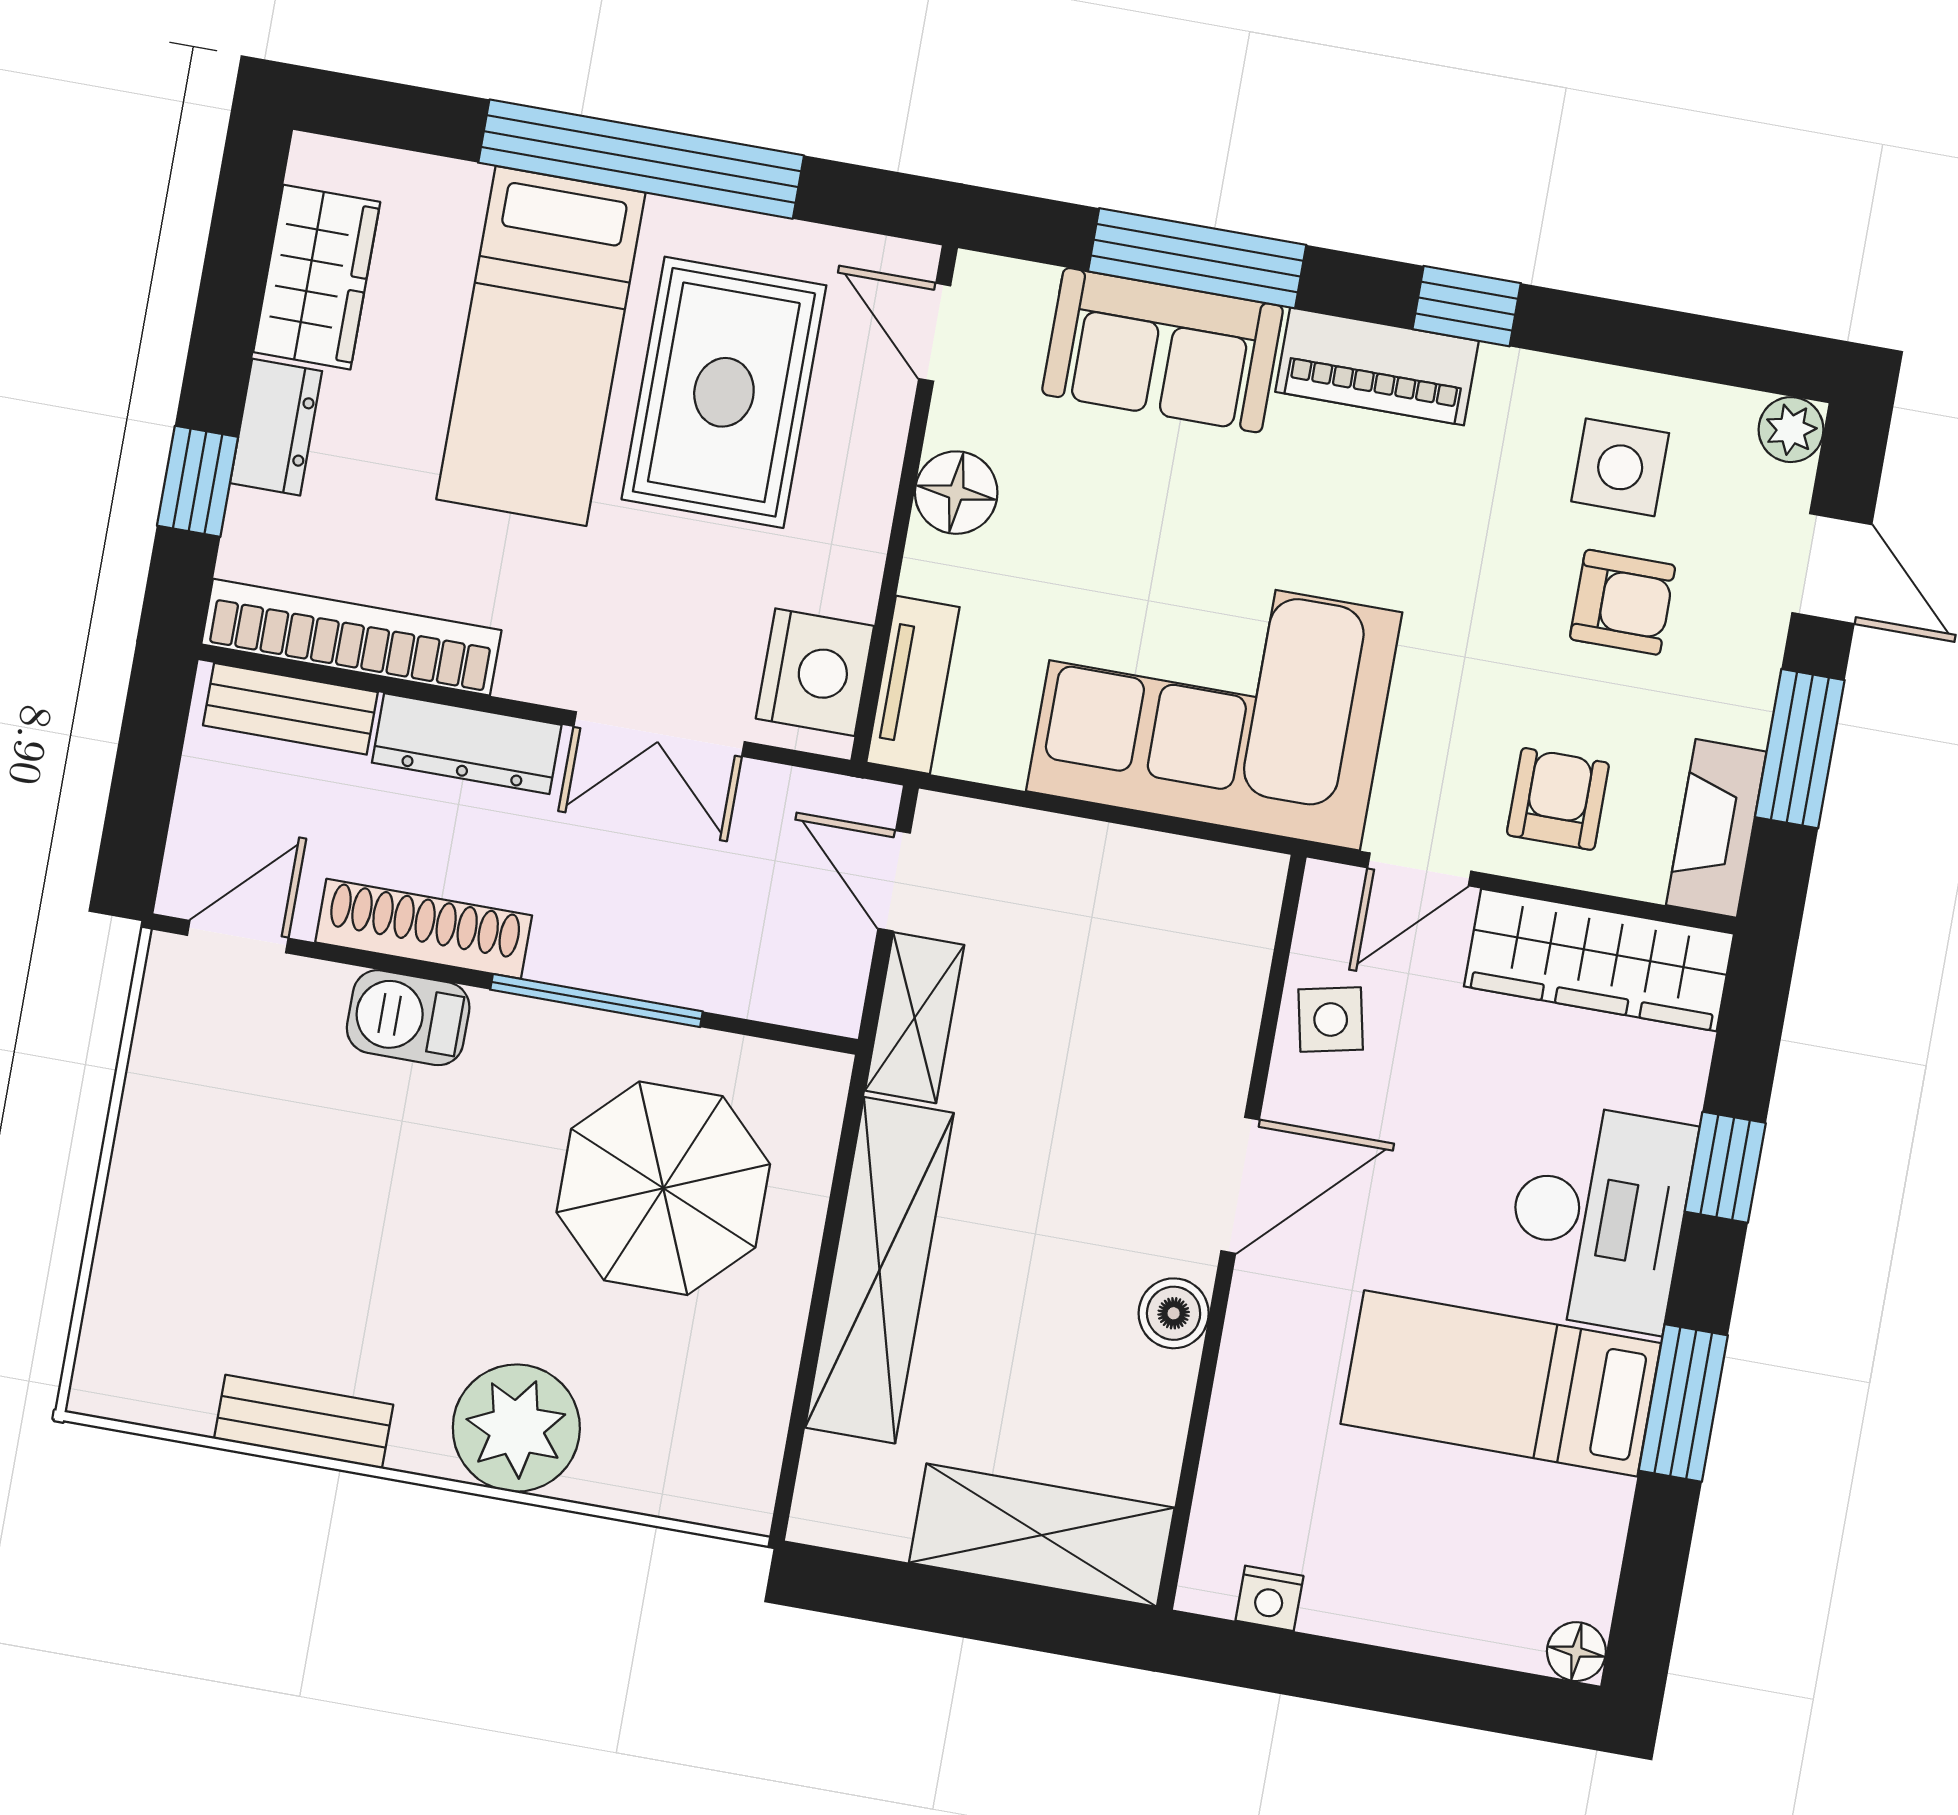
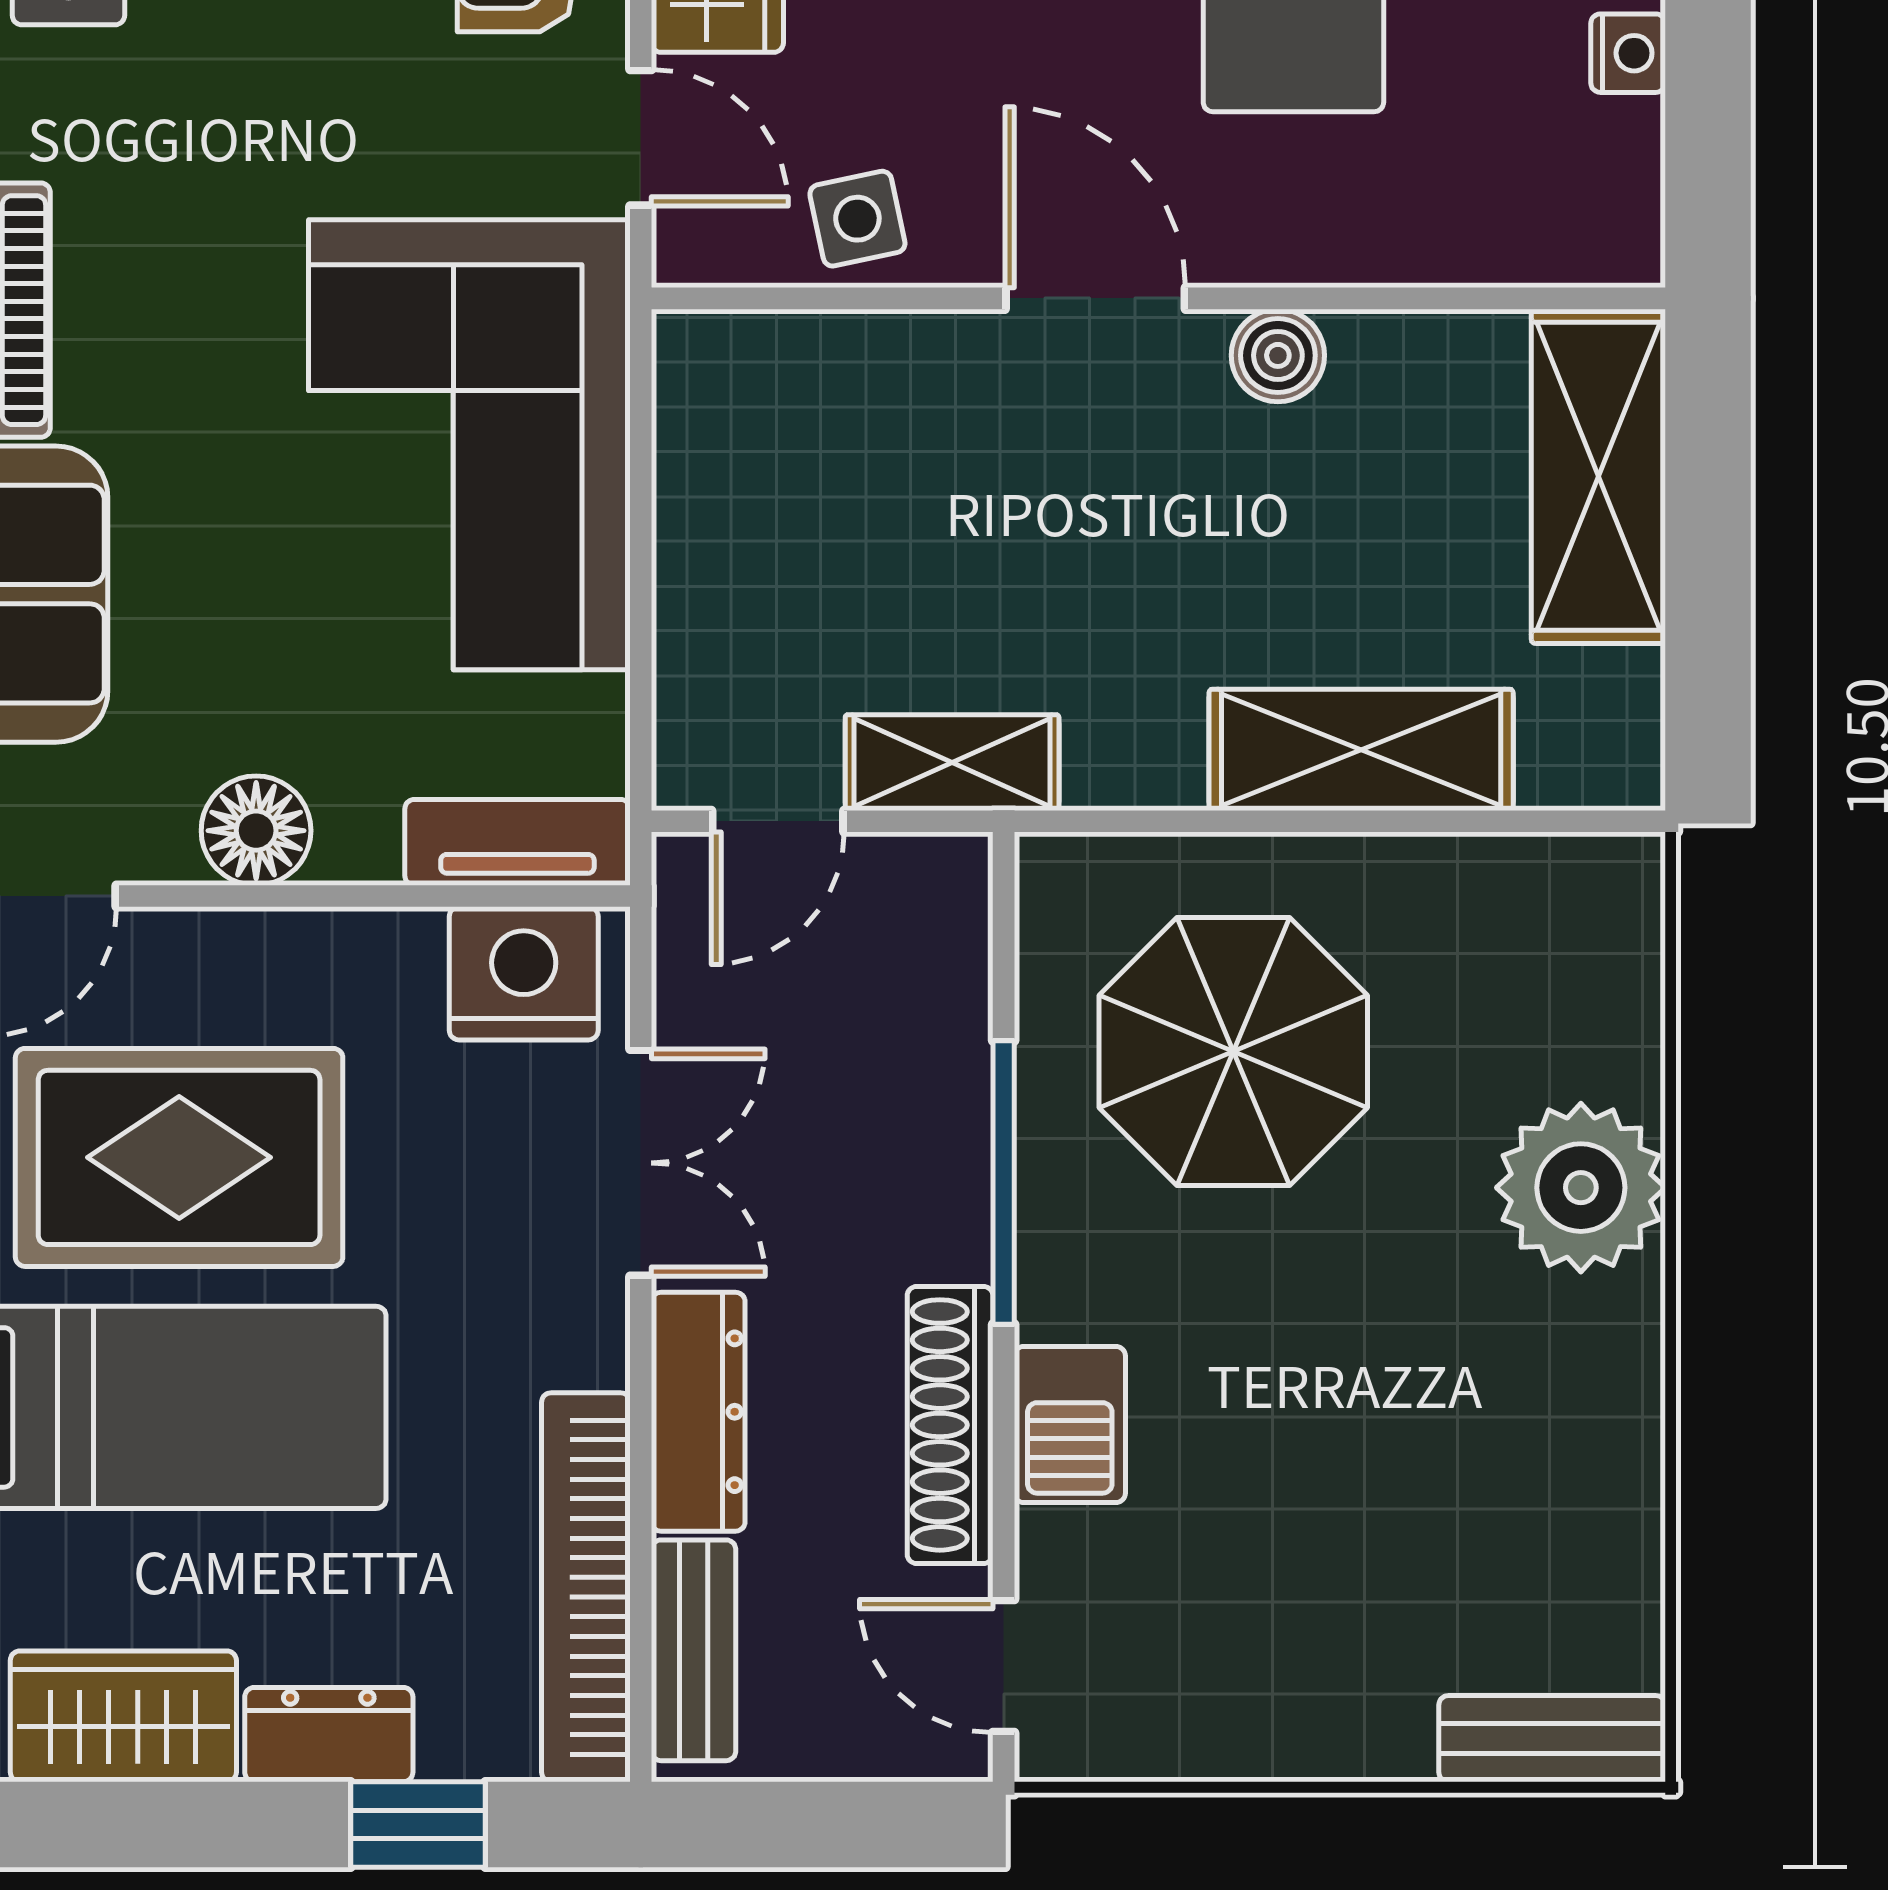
shelving: (879, 1270) -> (1361, 750), width x0.68
bench: (304, 1422) -> (1552, 1739), moved, turned 90
nightstand: (1269, 1598) -> (1628, 53), moved

